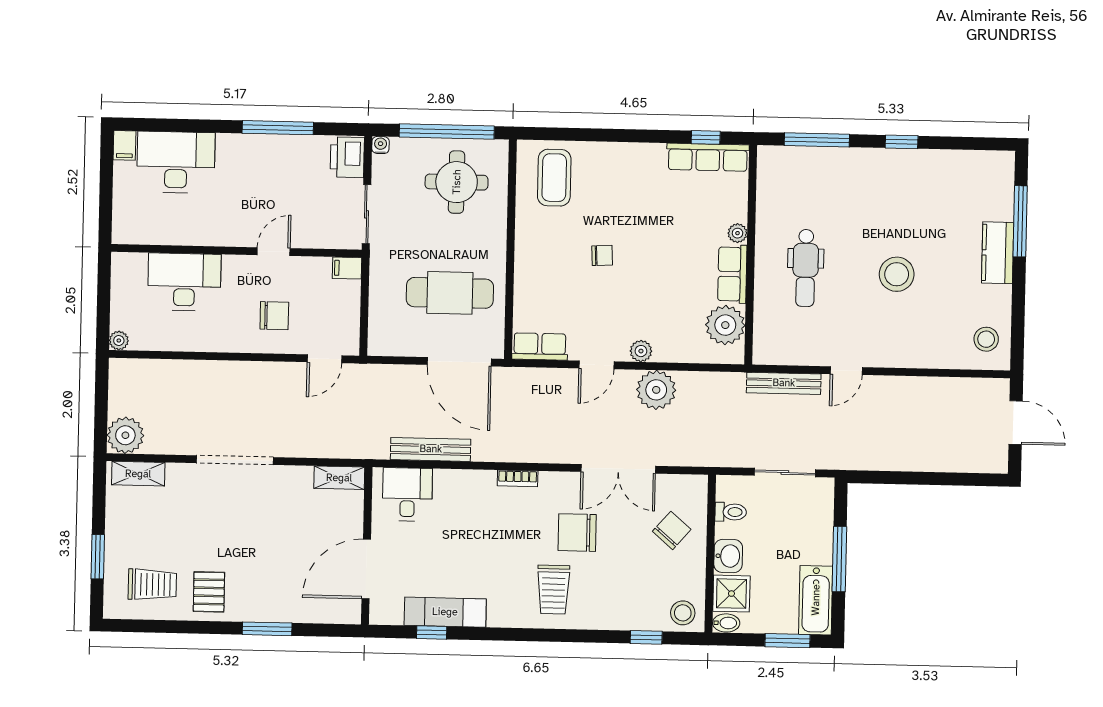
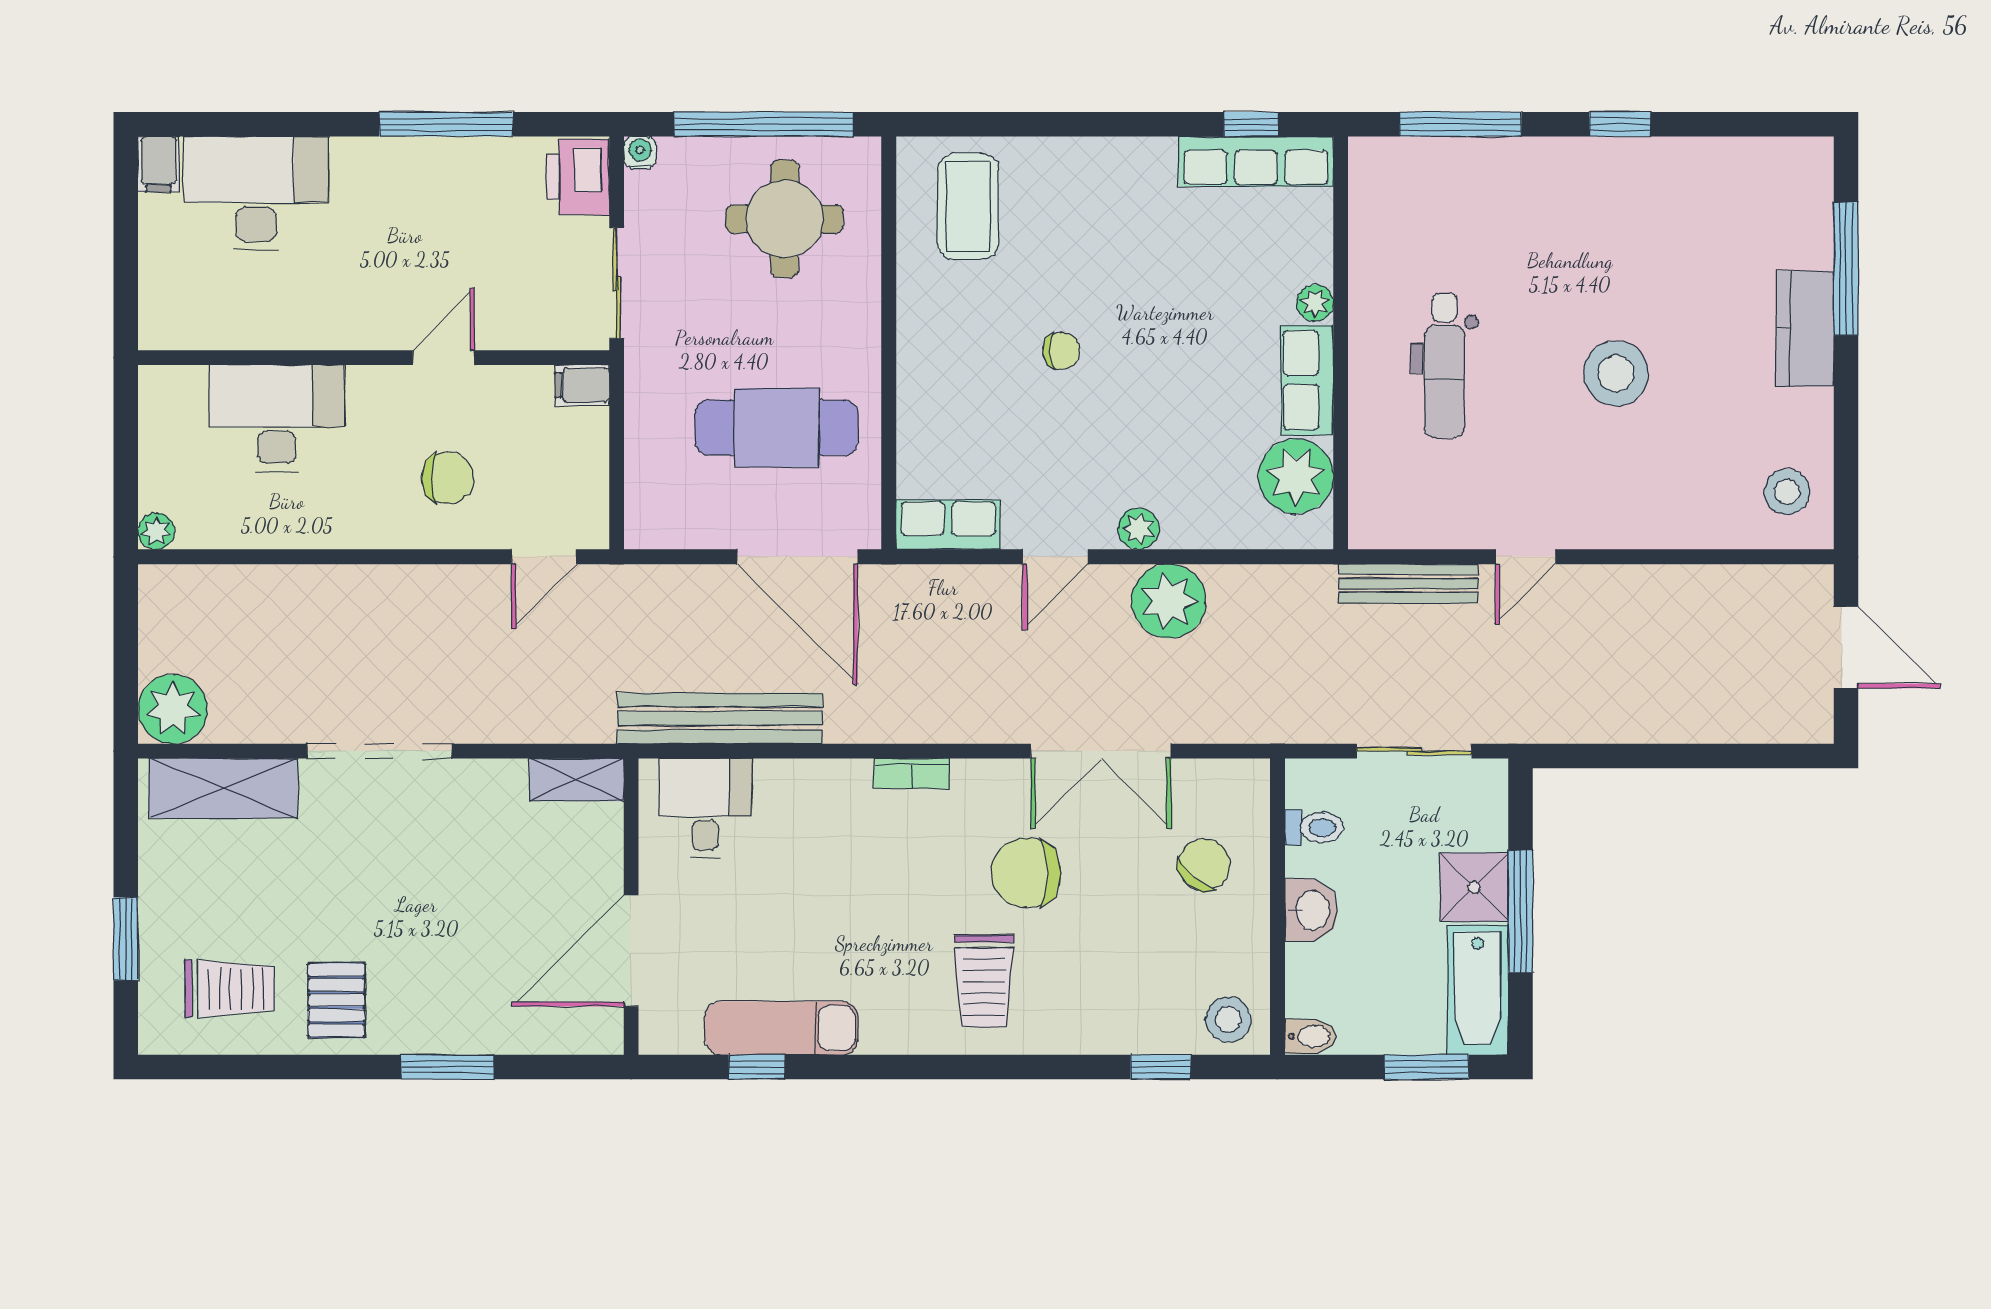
bench: (431, 449) -> (720, 718), width x1.37, depth x1.21
shelving: (138, 474) -> (223, 788), width x1.50, depth x1.33
shower: (731, 594) -> (1474, 887), moved

